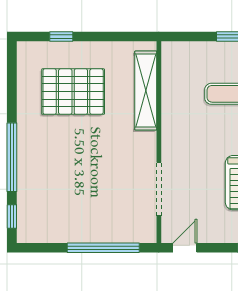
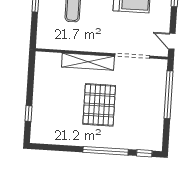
shelving: (146, 90) -> (88, 62), moved
pallet: (73, 92) -> (99, 105), moved

